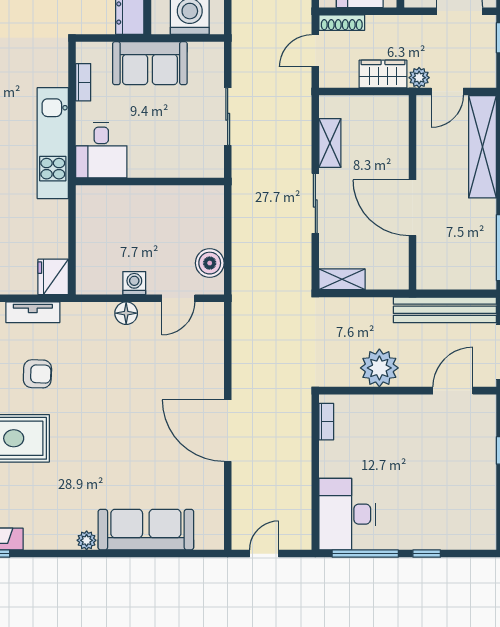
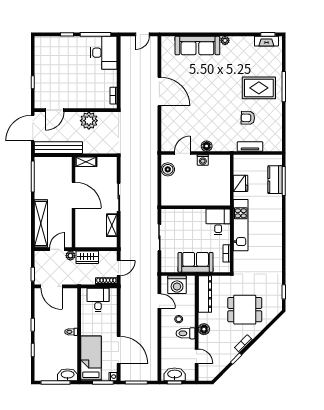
fridge: (53, 277) -> (241, 183), moved
shelving: (342, 279) -> (86, 162), moved

